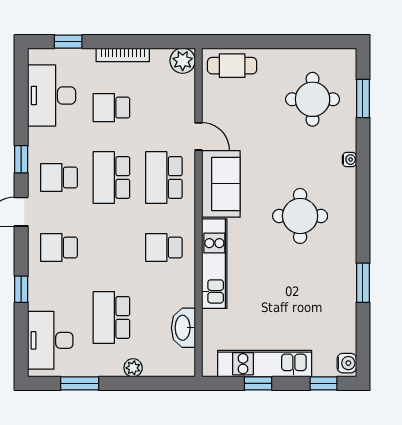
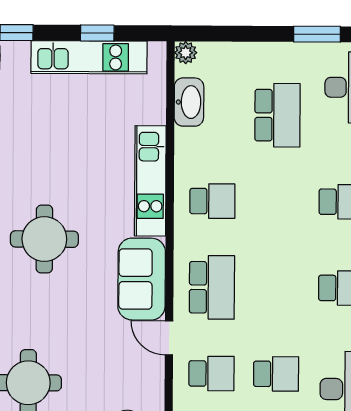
school desk: (111, 178) -> (211, 374), moved, width x0.54
plant: (133, 368) -> (186, 53), moved

